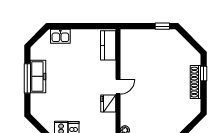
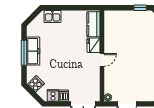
fridge: (108, 103) -> (94, 45), moved
cooker: (41, 115) -> (36, 84), added

